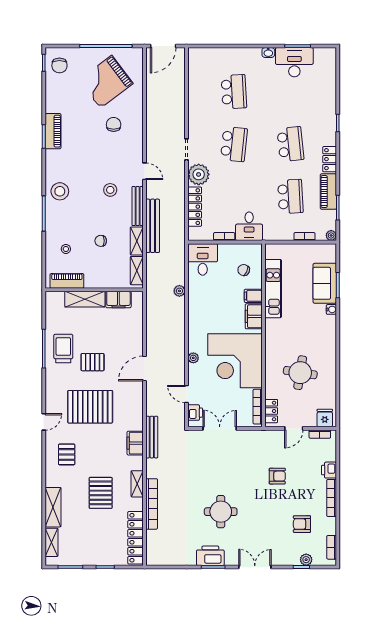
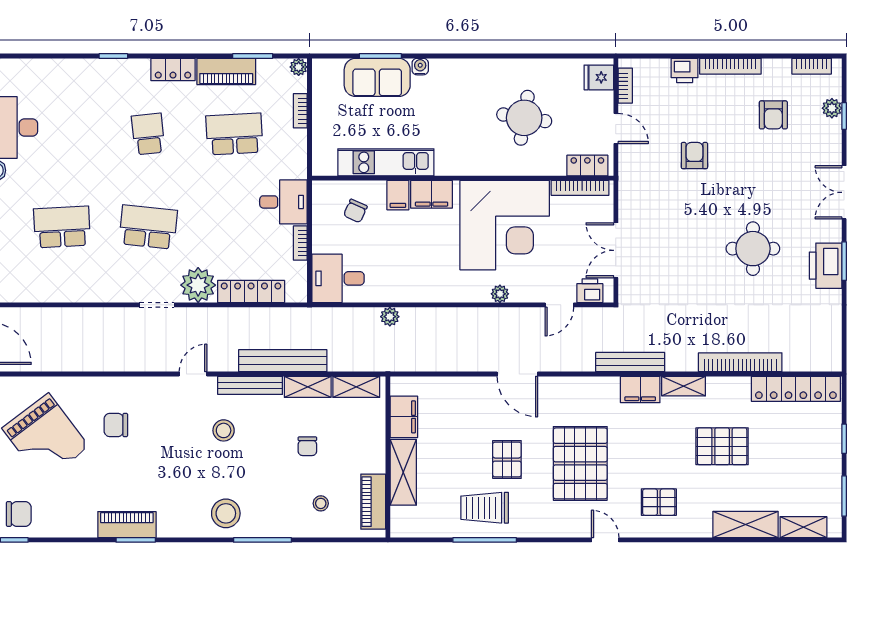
school desk: (290, 144) -> (148, 134), width x0.54
shelving: (137, 484) -> (684, 386), moved

